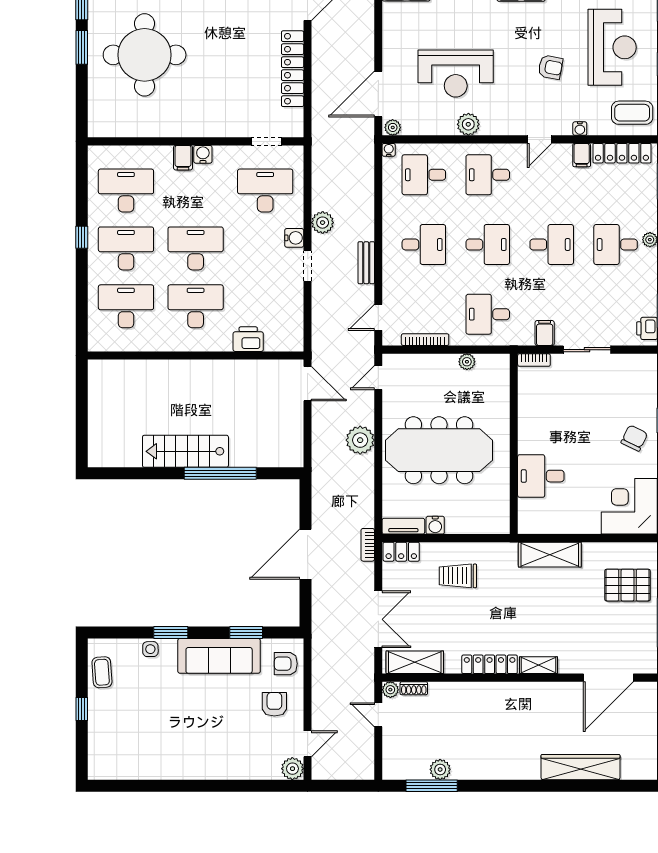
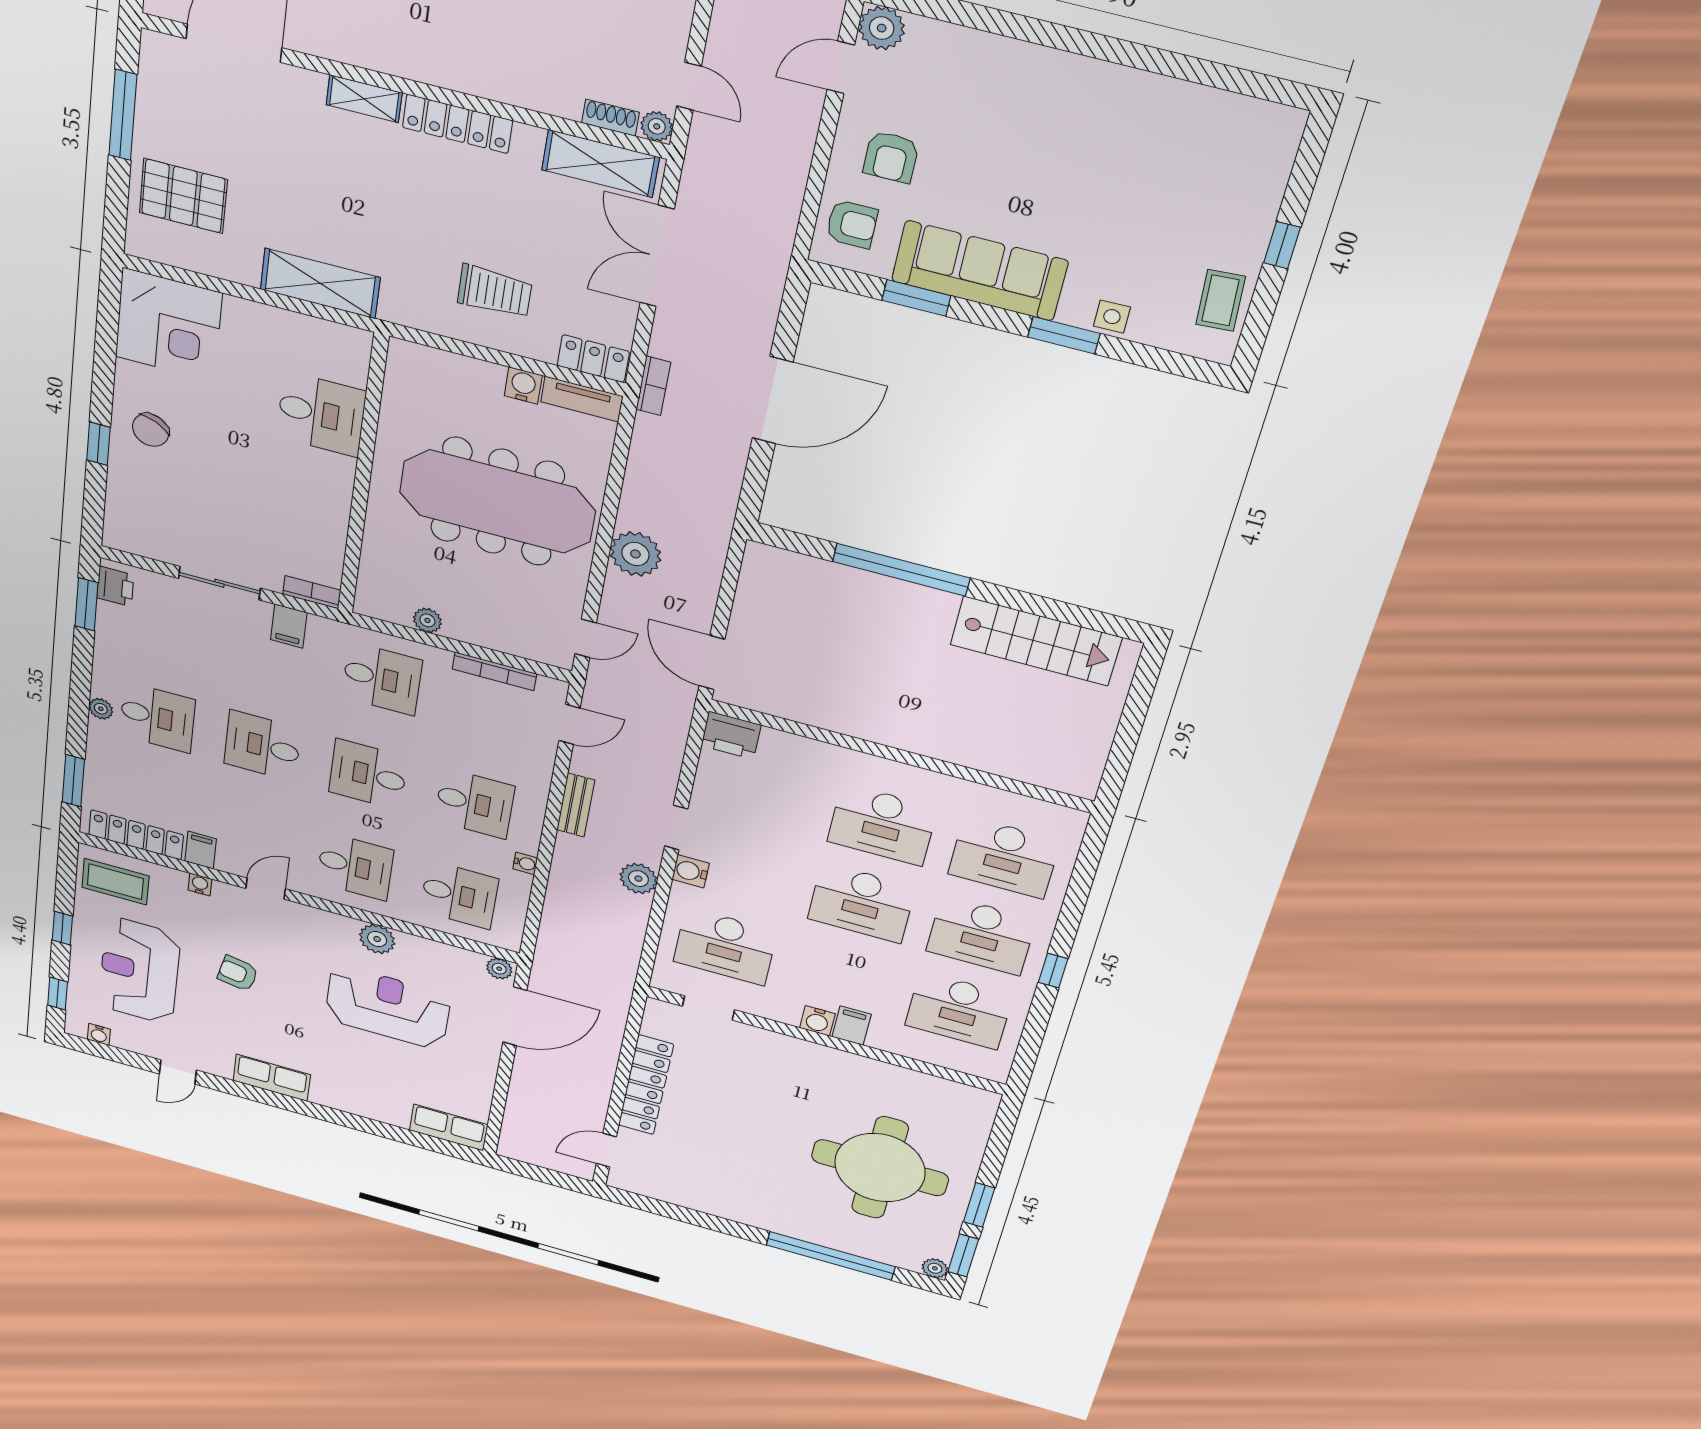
water cooler: (389, 150) -> (525, 863), moved, turned -90
desk: (424, 244) -> (475, 803), turned 180
printer: (248, 339) -> (731, 735), moved
stairs: (185, 451) -> (1036, 641), moved

